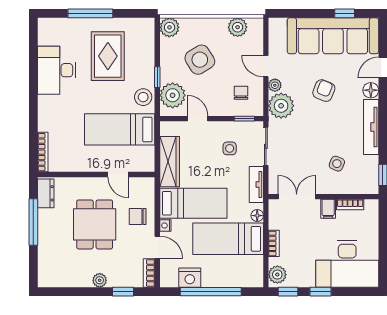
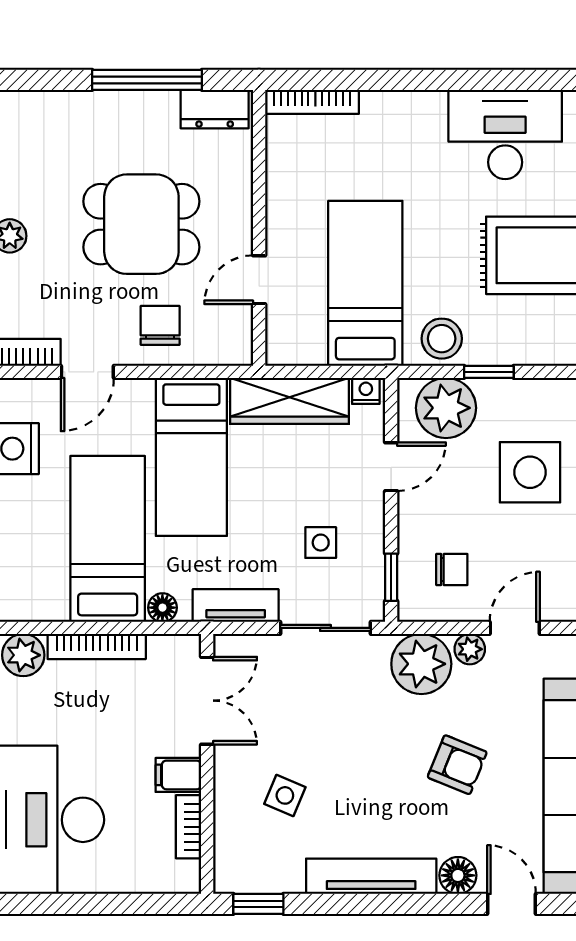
side table: (200, 60) -> (530, 472), turned 32
nightstand: (165, 225) -> (366, 391), moved
bookcase: (274, 243) -> (97, 646), width x1.56

